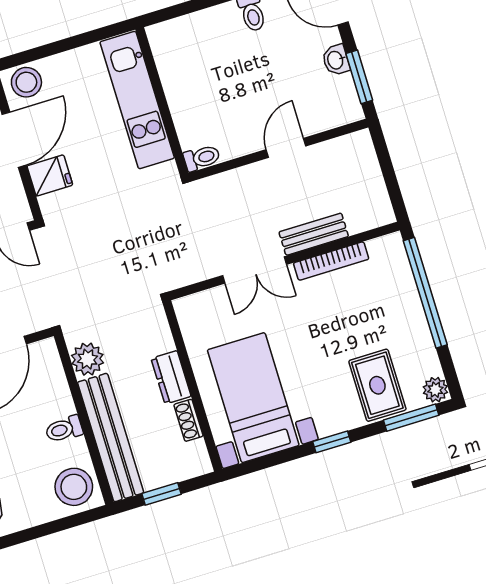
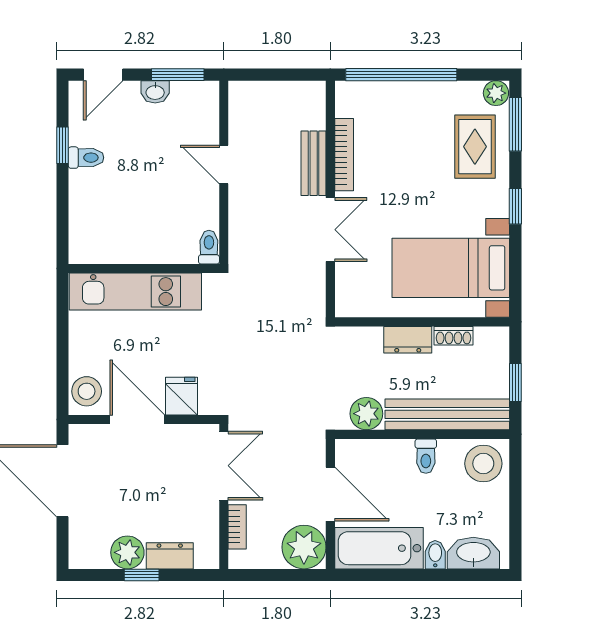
rug: (377, 385) -> (475, 147), turned 90

